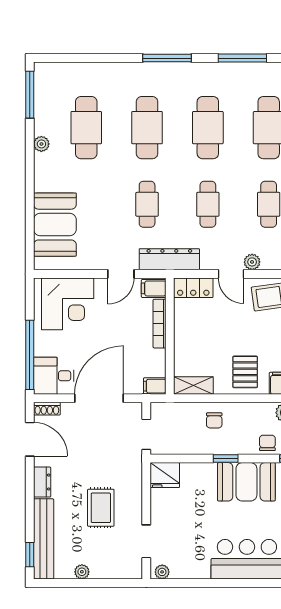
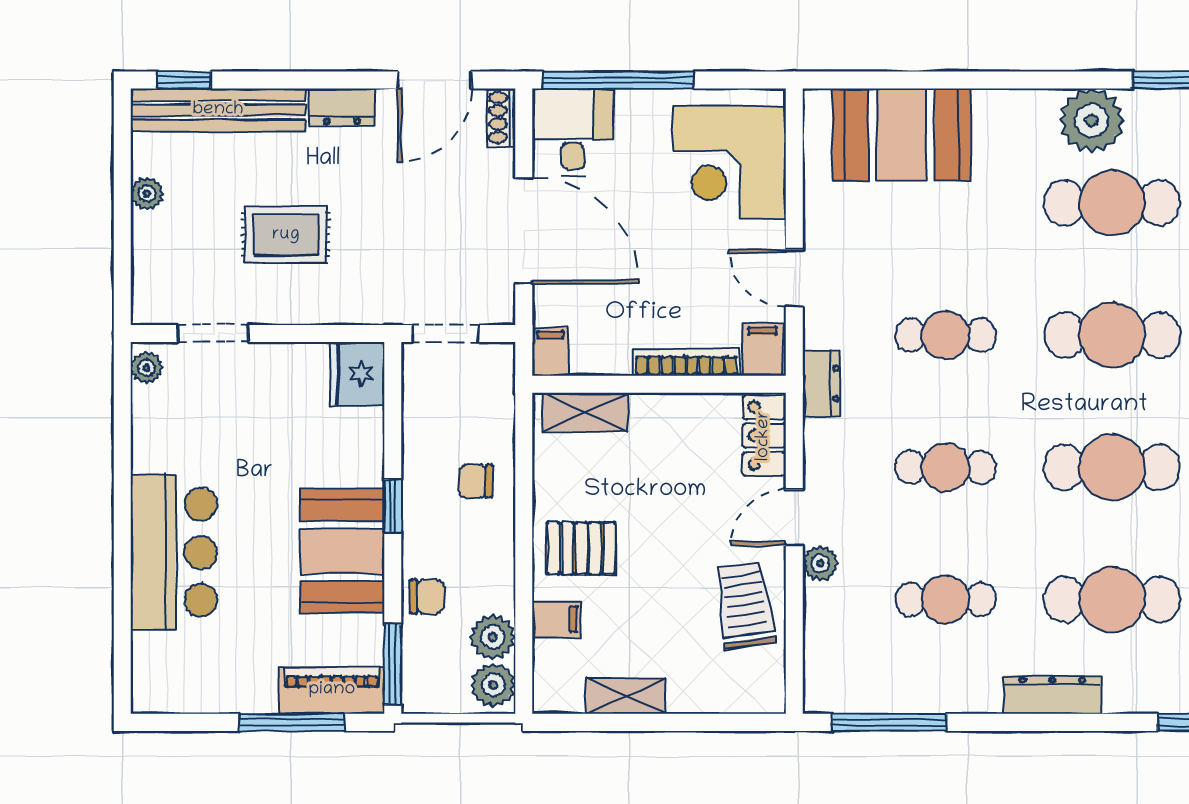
plant: (41, 144) -> (1092, 121), width x1.87, depth x1.87
dresser: (169, 259) -> (821, 384), width x0.51, depth x0.80
shelving: (193, 386) -> (586, 412), moved, turned 90

